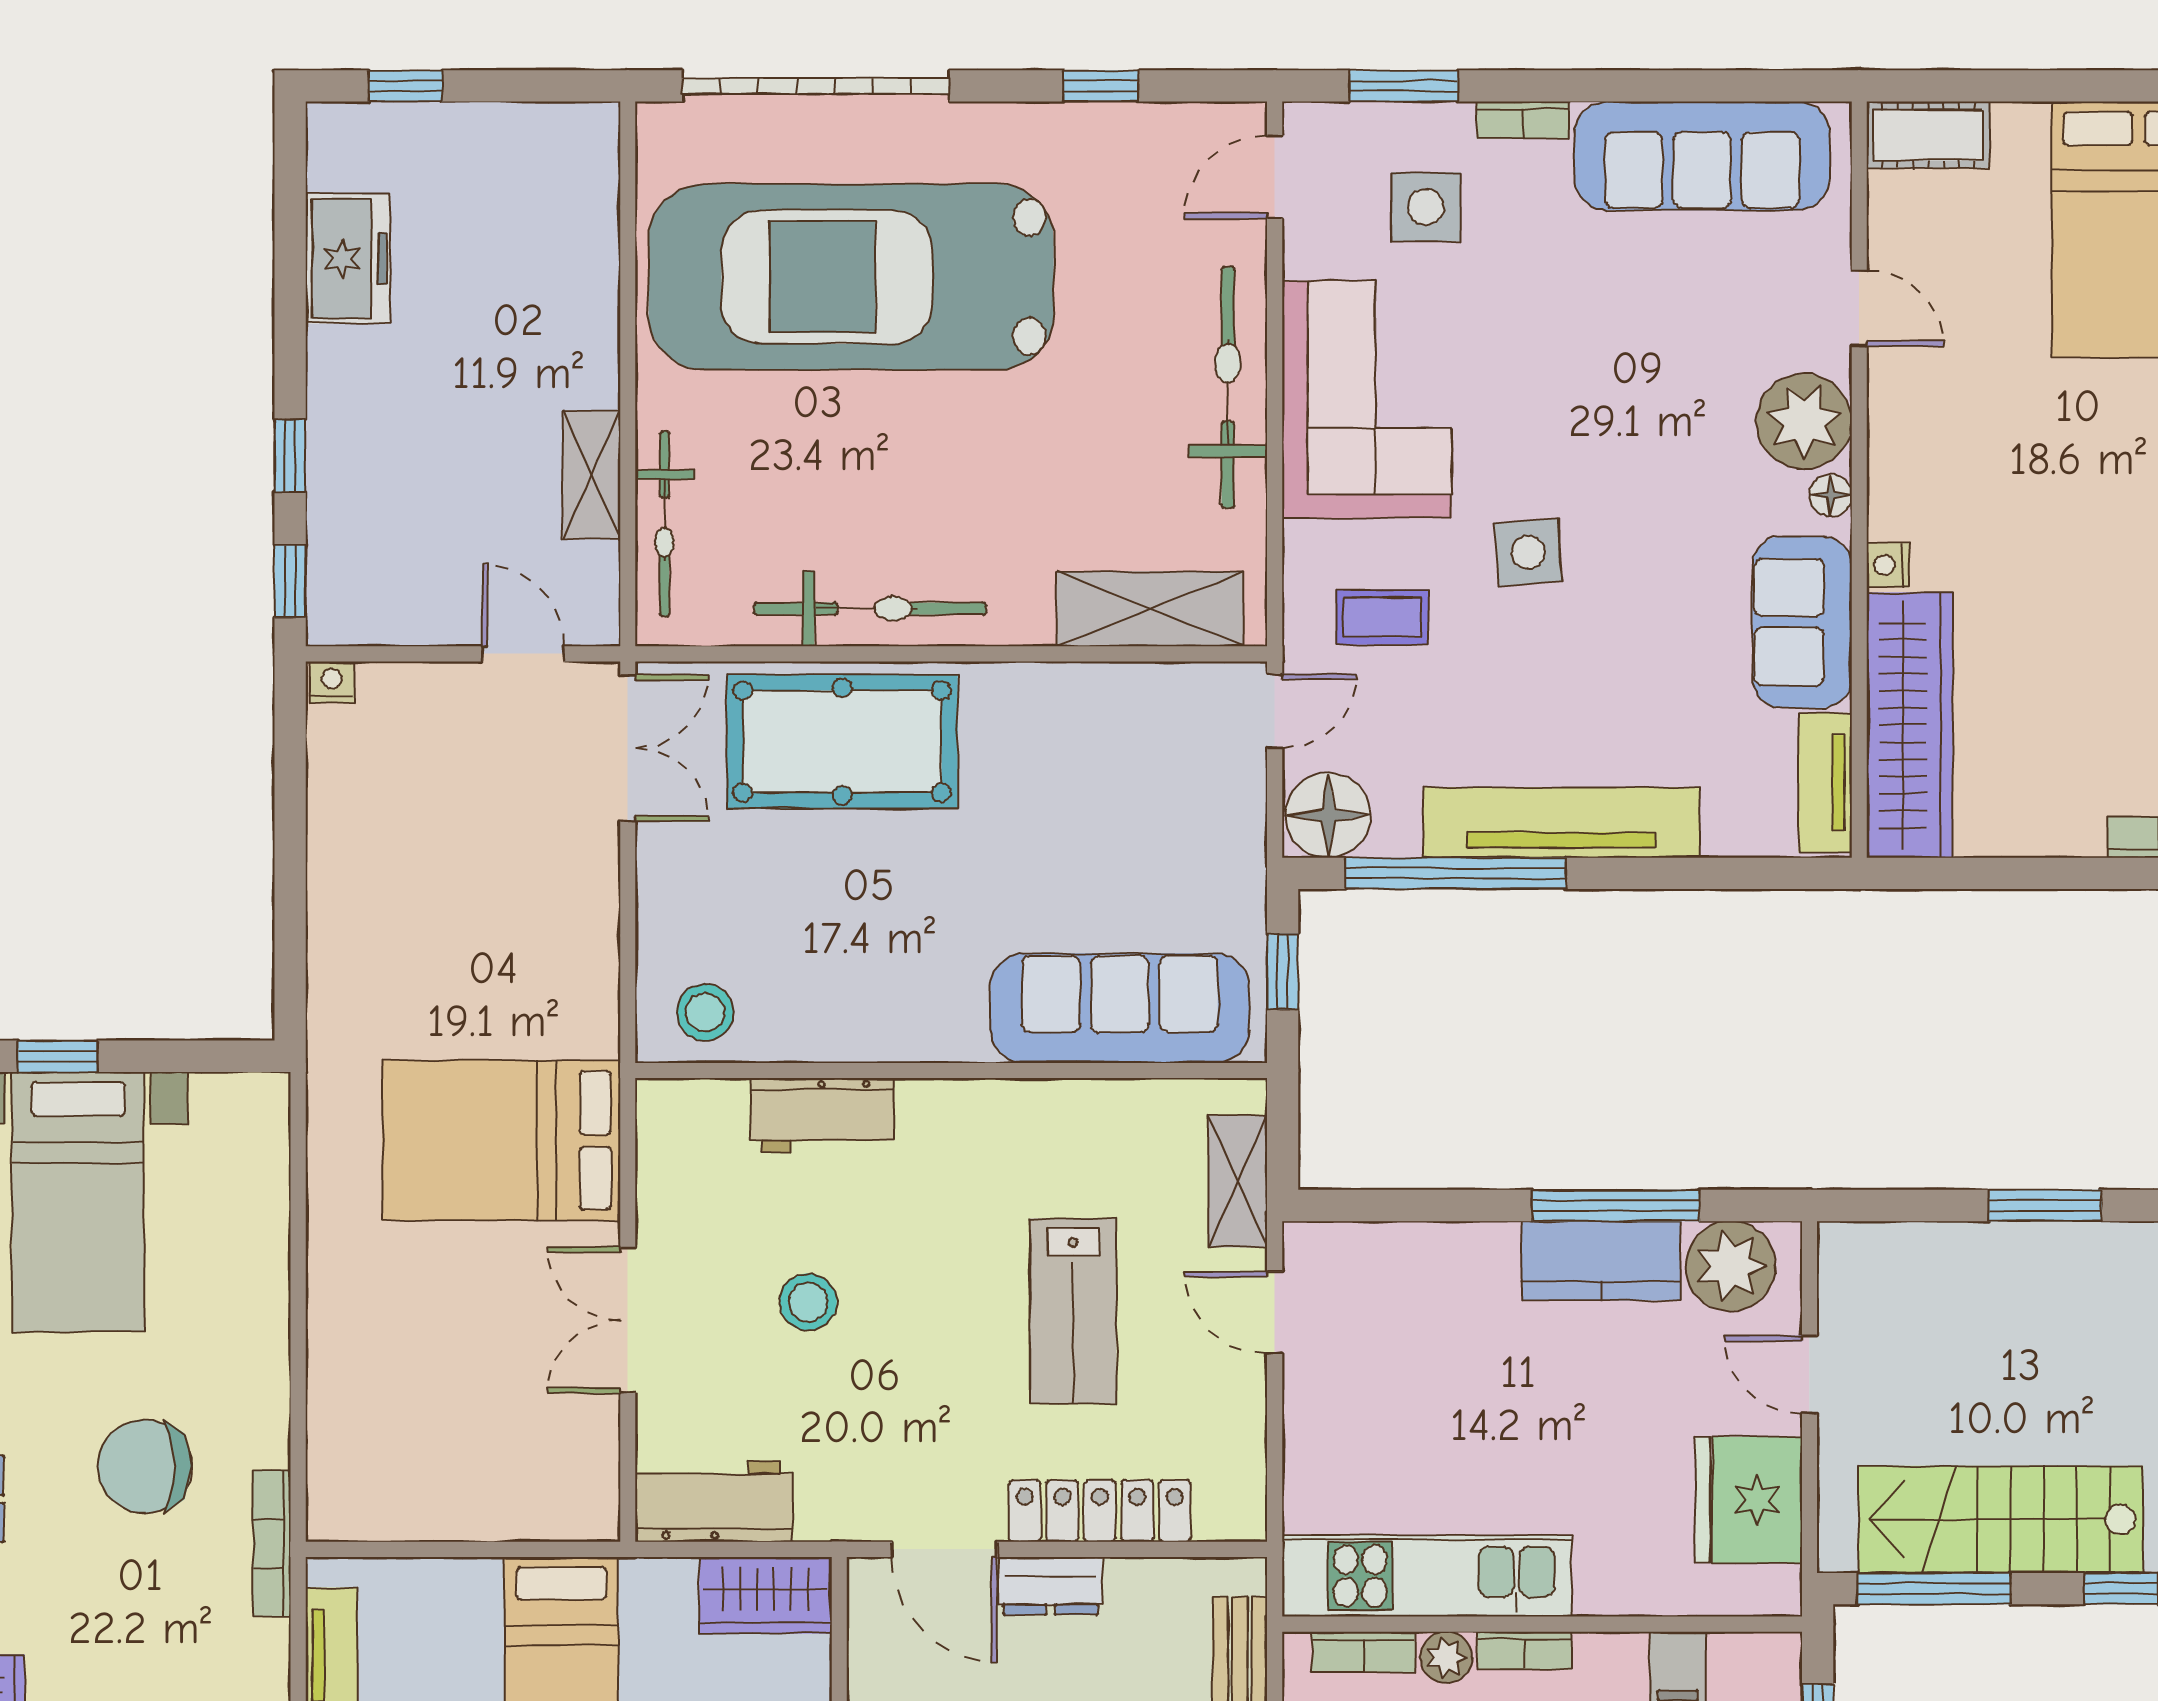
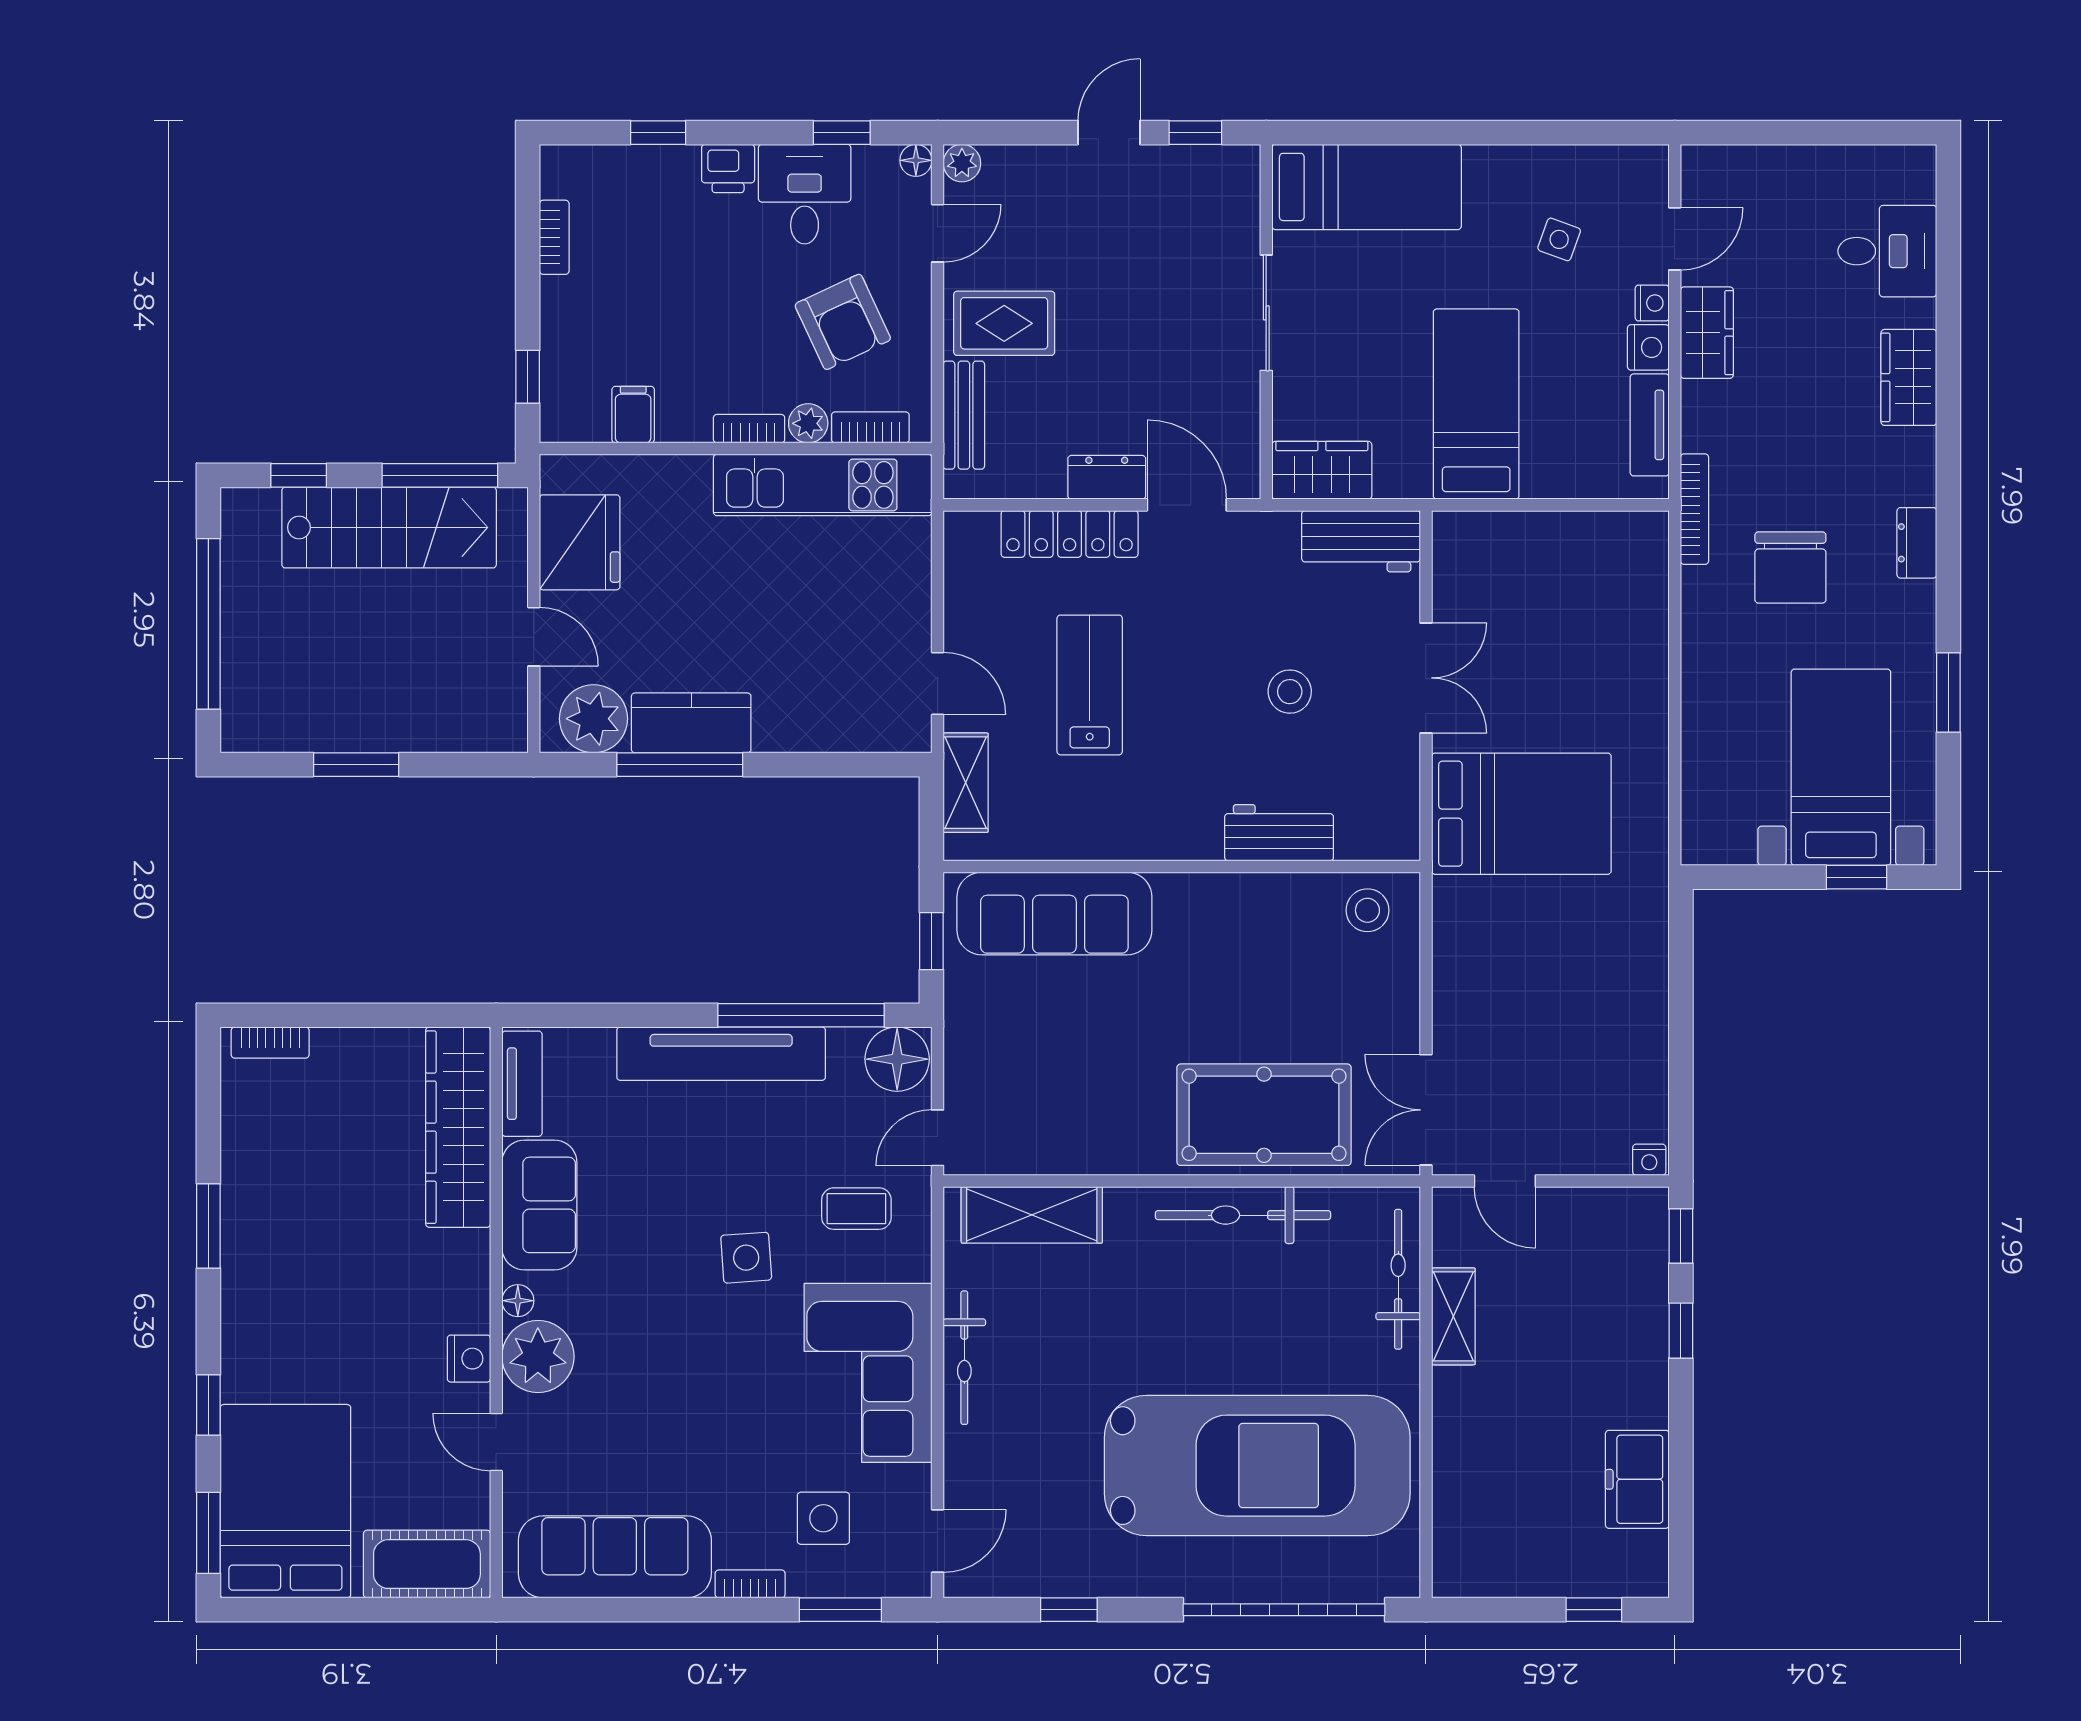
cot: (1928, 135) -> (427, 1564), width x1.37, depth x1.34
bicycle: (1228, 387) -> (964, 1358), width x0.73, depth x0.71
nightstand: (1888, 565) -> (469, 1359), moved, width x1.39, depth x1.35
chair: (145, 1466) -> (1790, 567), turned 90

